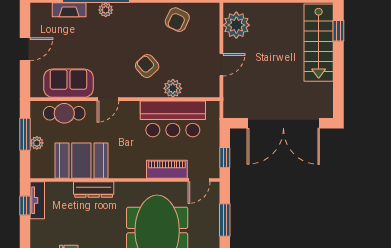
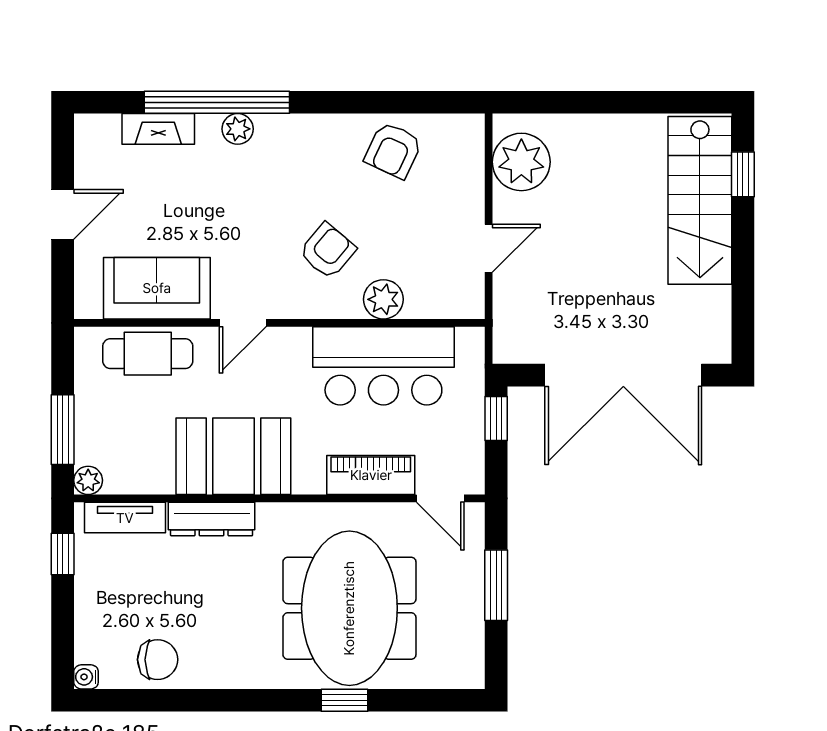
armchair: (147, 66) -> (328, 251), turned 82
window: (25, 134) -> (63, 430), moved
plant: (37, 143) -> (88, 480), moved
window: (225, 158) -> (496, 419), moved
booth: (81, 161) -> (233, 456), moved
door: (199, 180) -> (440, 498), hinge flipped
tv unit: (37, 200) -> (125, 518), moved, turned 90

